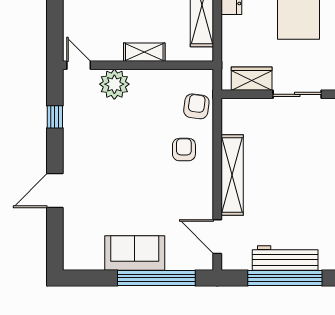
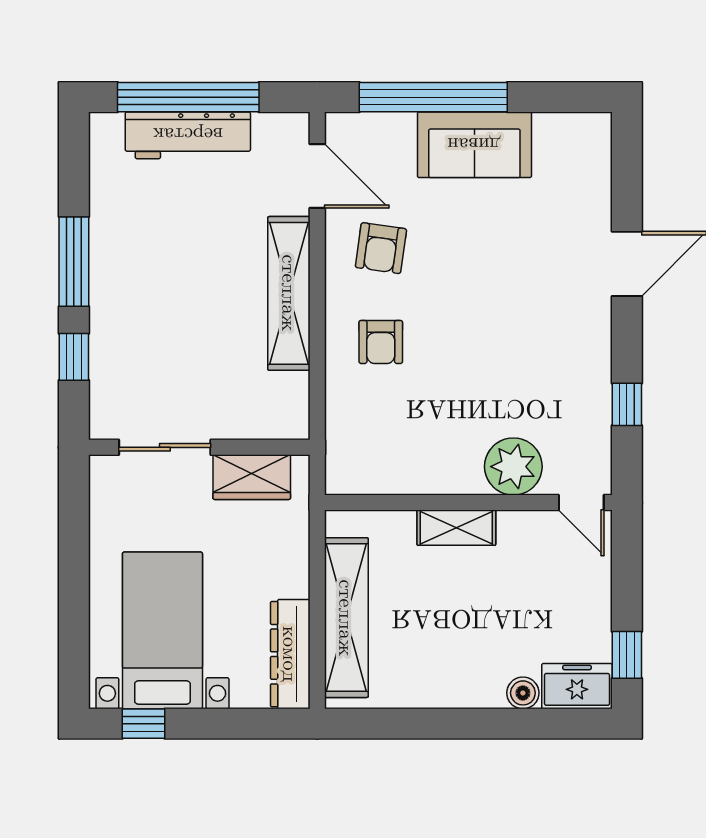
armchair: (196, 106) -> (381, 248), moved

